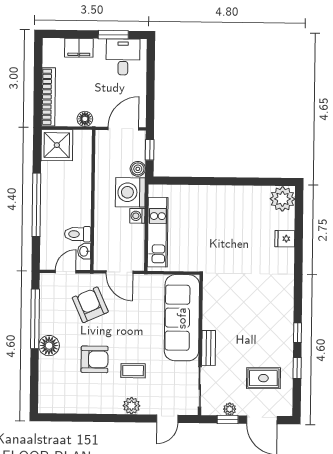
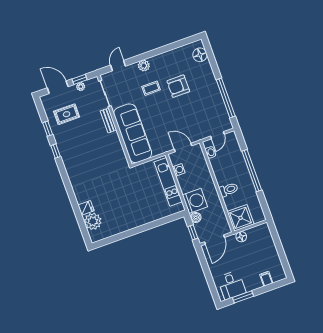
filing cabinet: (79, 48) -> (266, 279), width x0.50
bookcase: (48, 97) -> (270, 242), removed
shower: (57, 145) -> (240, 218), moved
plant: (282, 199) -> (93, 221), moved
washing machine: (137, 216) -> (179, 170), moved
toilet: (78, 234) -> (229, 190), moved
armchair: (90, 305) -> (194, 120), removed
floor lamp: (49, 346) -> (200, 55), moved

